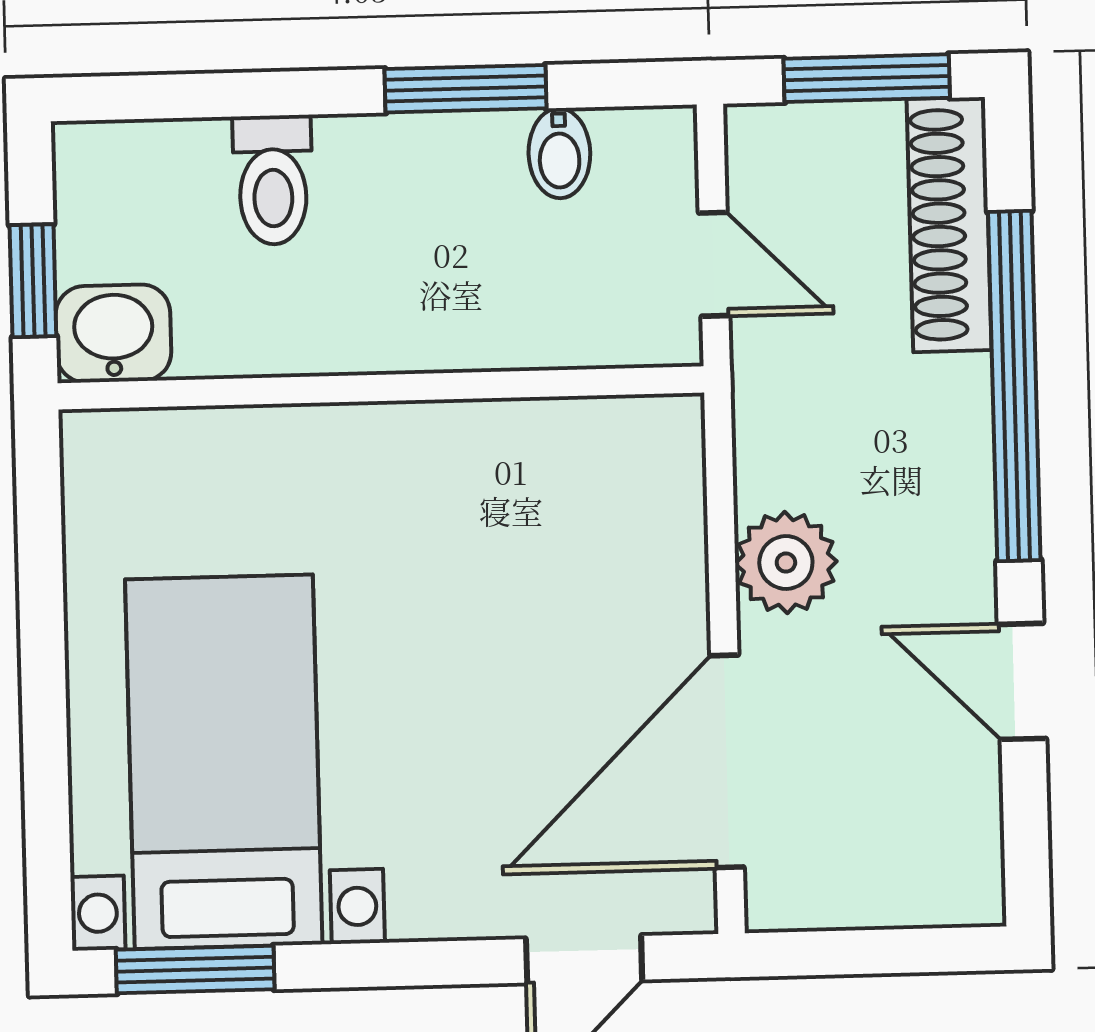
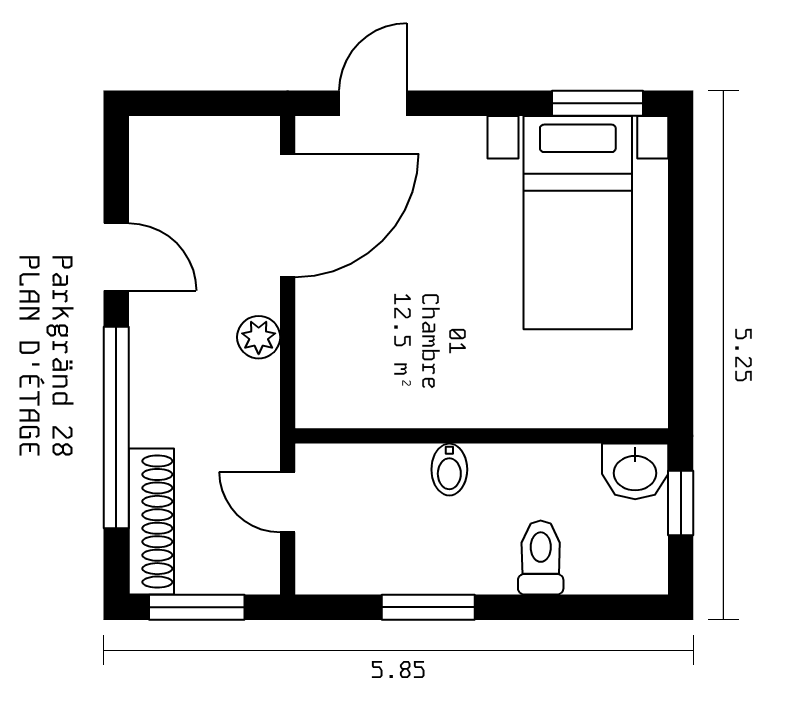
bidet: (559, 153) -> (449, 470), moved, turned 180
plant: (786, 563) -> (259, 337), width x0.73, depth x0.73

